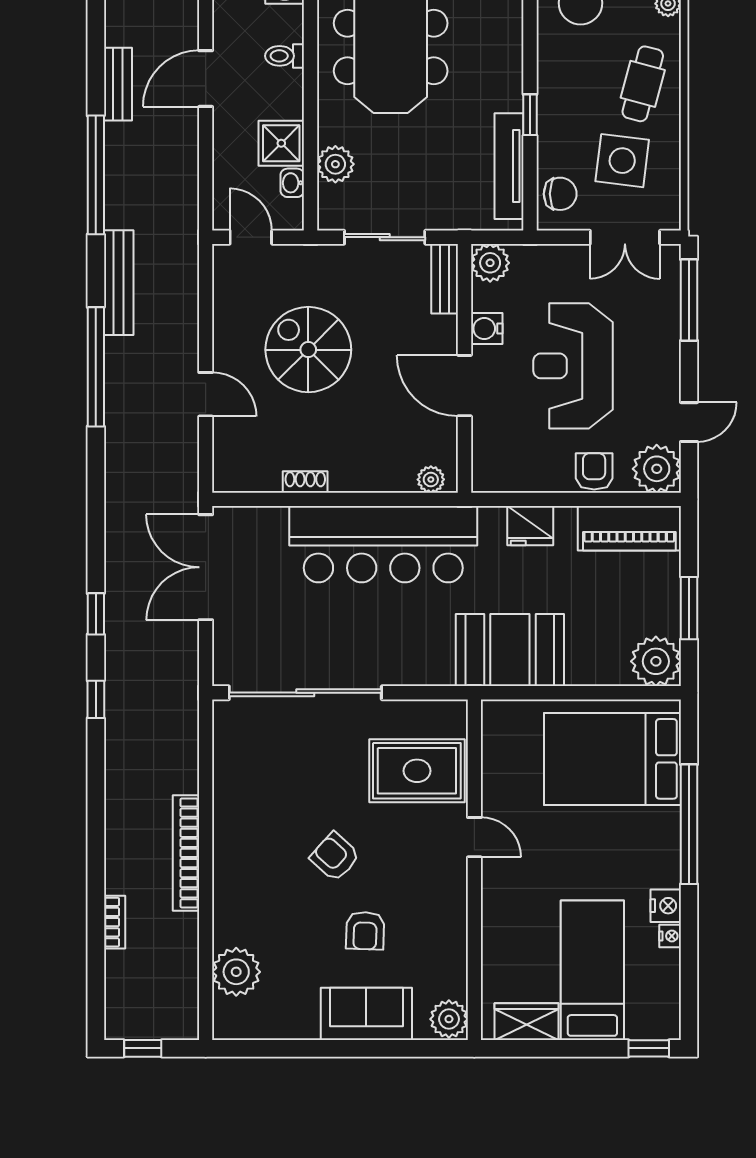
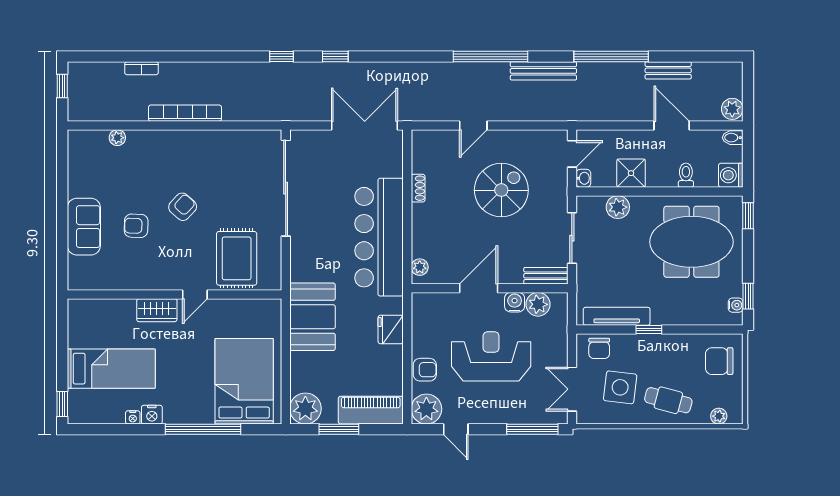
washbasin: (292, 183) -> (583, 178), moved, turned 90
plant: (490, 263) -> (538, 304), moved
piano: (629, 528) -> (371, 410), moved, turned 90
plant: (236, 972) -> (117, 138), width x0.53, depth x0.53
plant: (449, 1019) -> (81, 278), removed
wardrobe: (526, 1022) -> (157, 310), moved, turned 90

